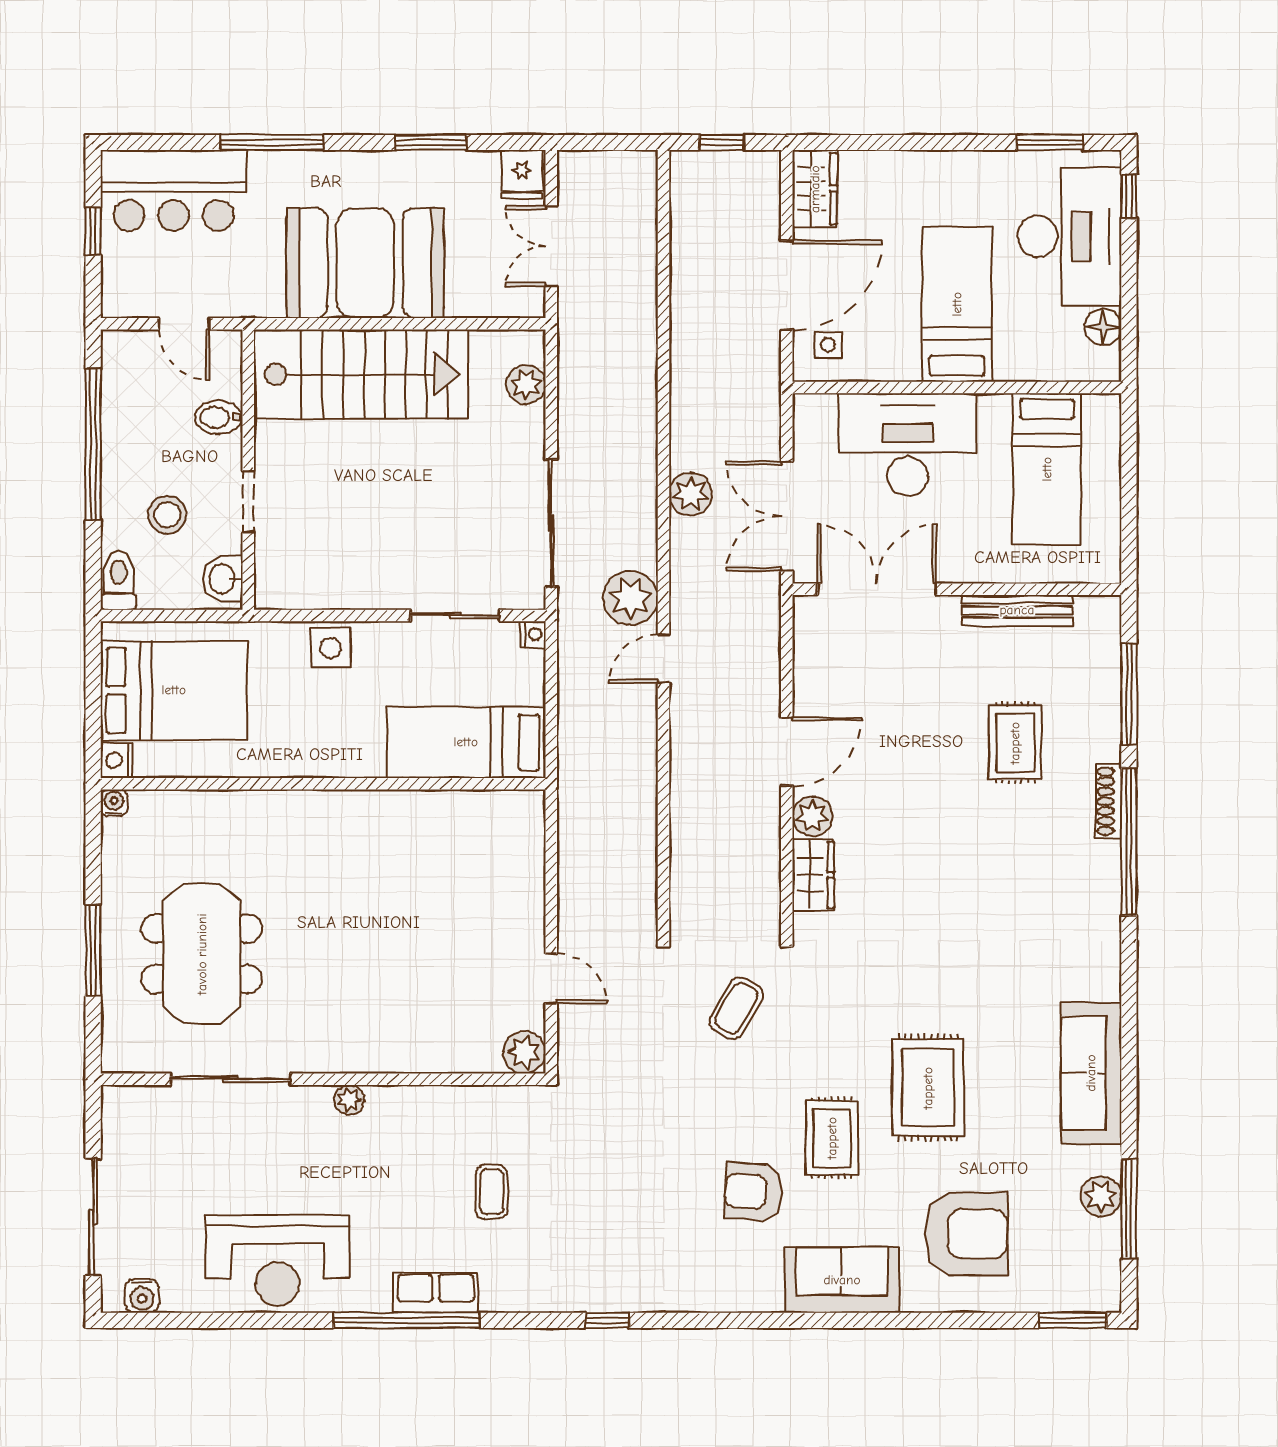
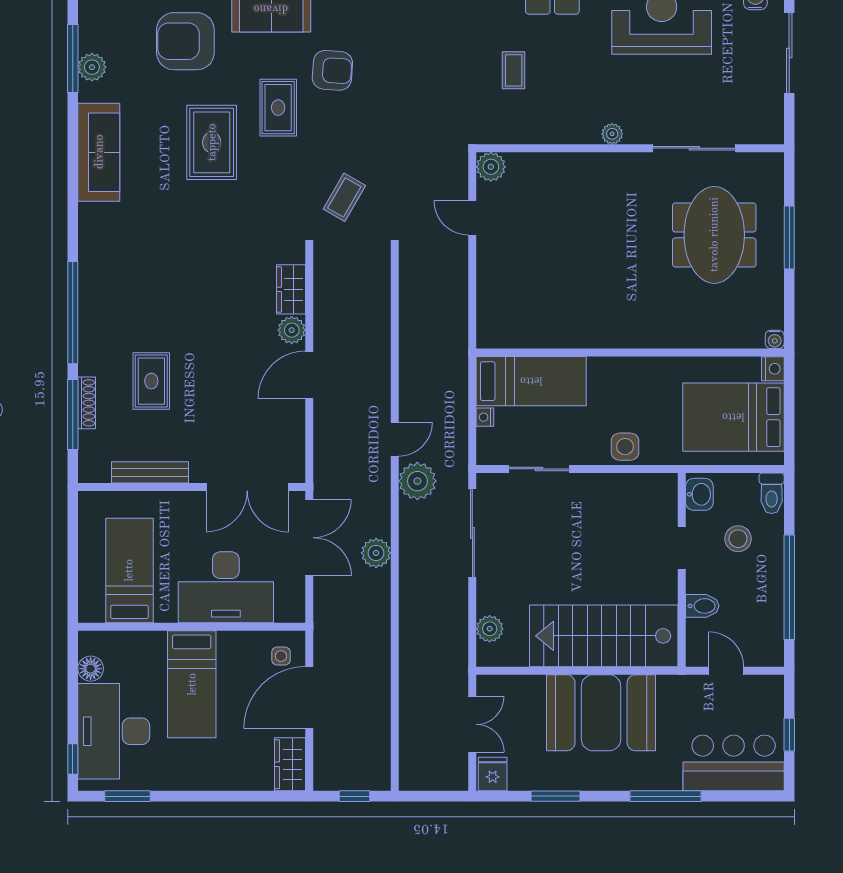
nightstand: (533, 634) -> (485, 417), moved
shoe rack: (1109, 801) -> (87, 403), moved

